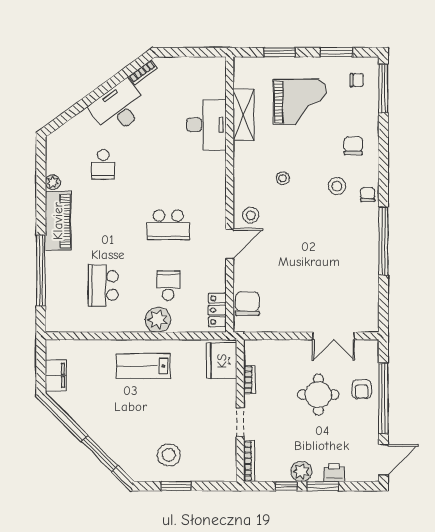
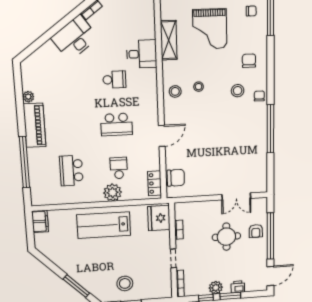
grand piano: (300, 102) -> (210, 29), turned 90
desk: (206, 125) -> (142, 54), width x0.73
school desk: (103, 164) -> (114, 80), moved, turned -90
stool: (251, 215) -> (175, 91), moved
chair: (247, 304) -> (176, 178), turned 90
lab bench: (143, 366) -> (104, 225), width x1.36, depth x1.39
filing cabinet: (56, 375) -> (40, 221), moved

